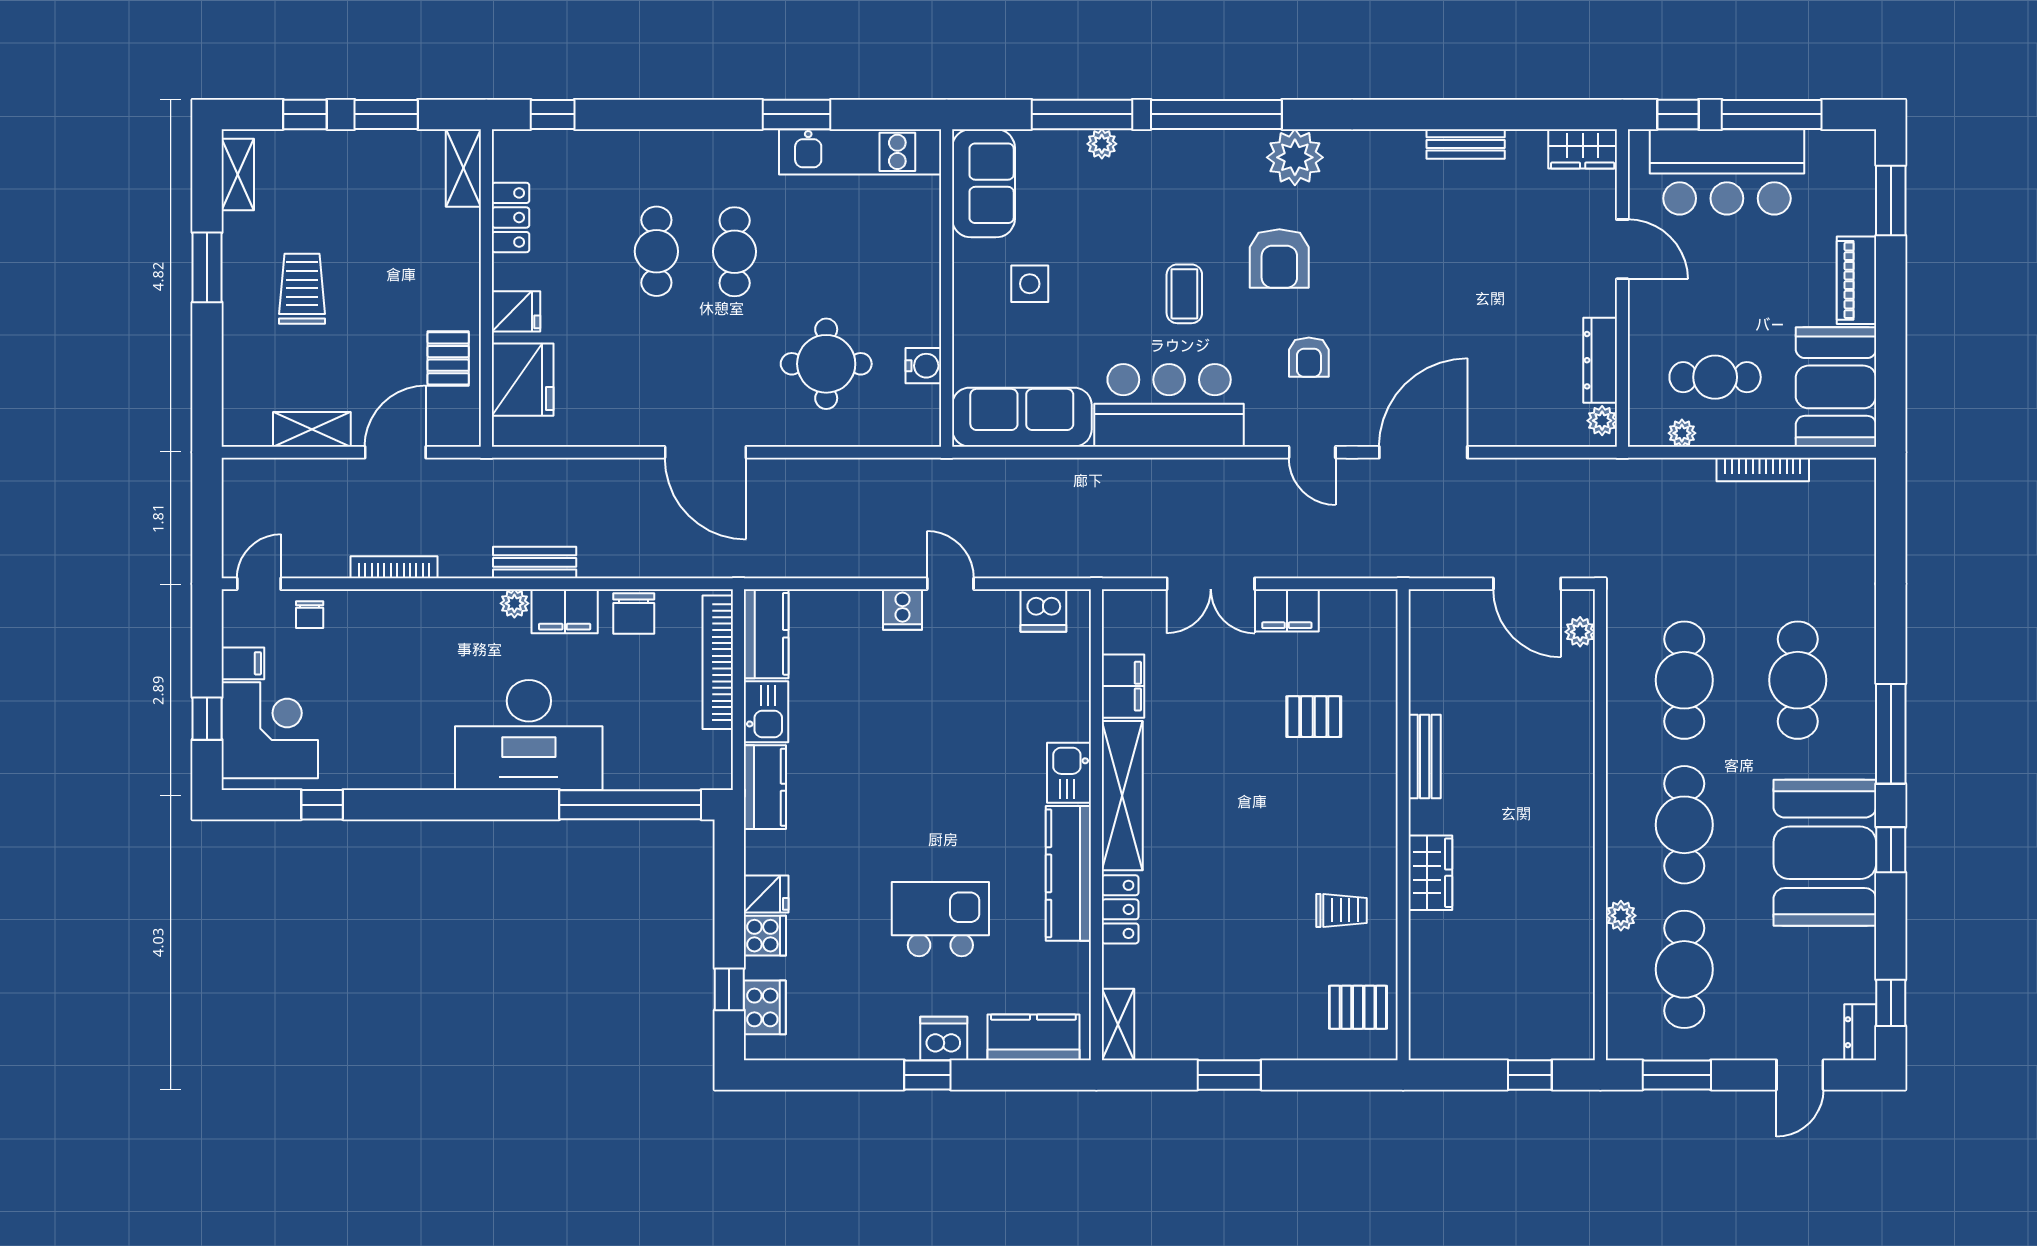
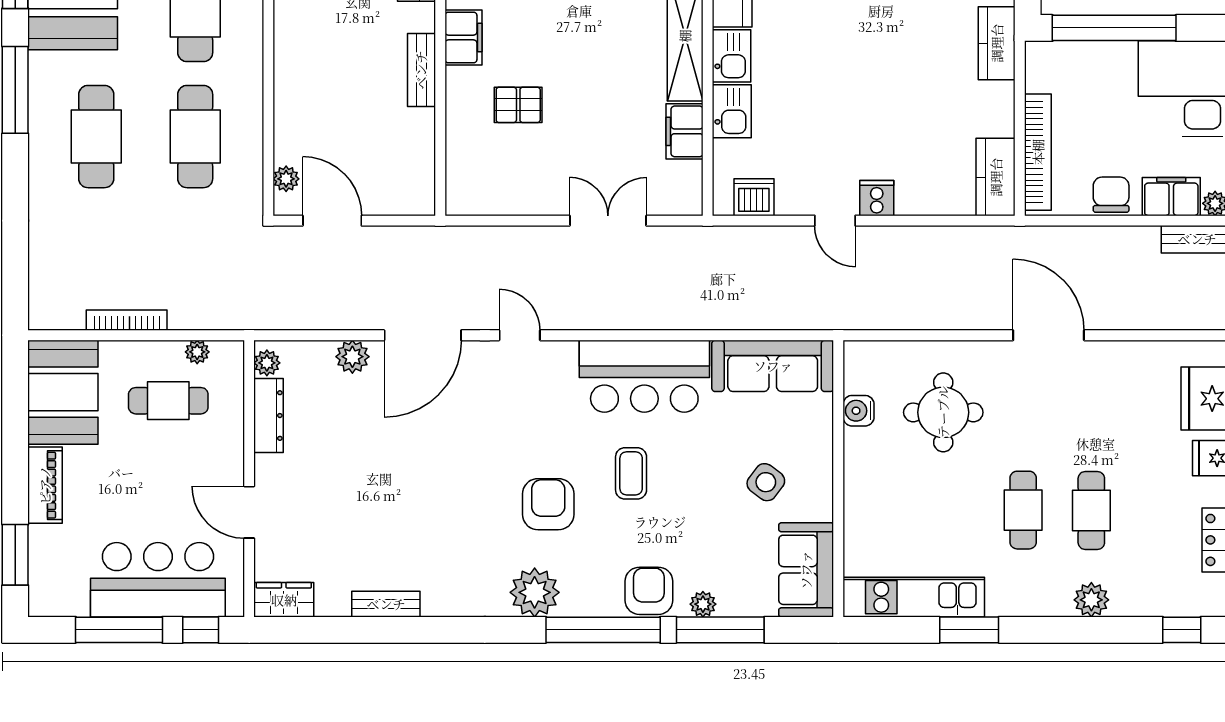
plant: (656, 149) -> (1091, 600), added
side table: (1030, 284) -> (766, 482), turned 37
armchair: (1309, 357) -> (649, 591), moved, width x1.38, depth x1.38
plant: (1504, 428) -> (352, 357), added
filing cabinet: (1287, 610) -> (463, 38), moved, turned 90
kitchen sink: (766, 712) -> (732, 111), moved, turned 180

